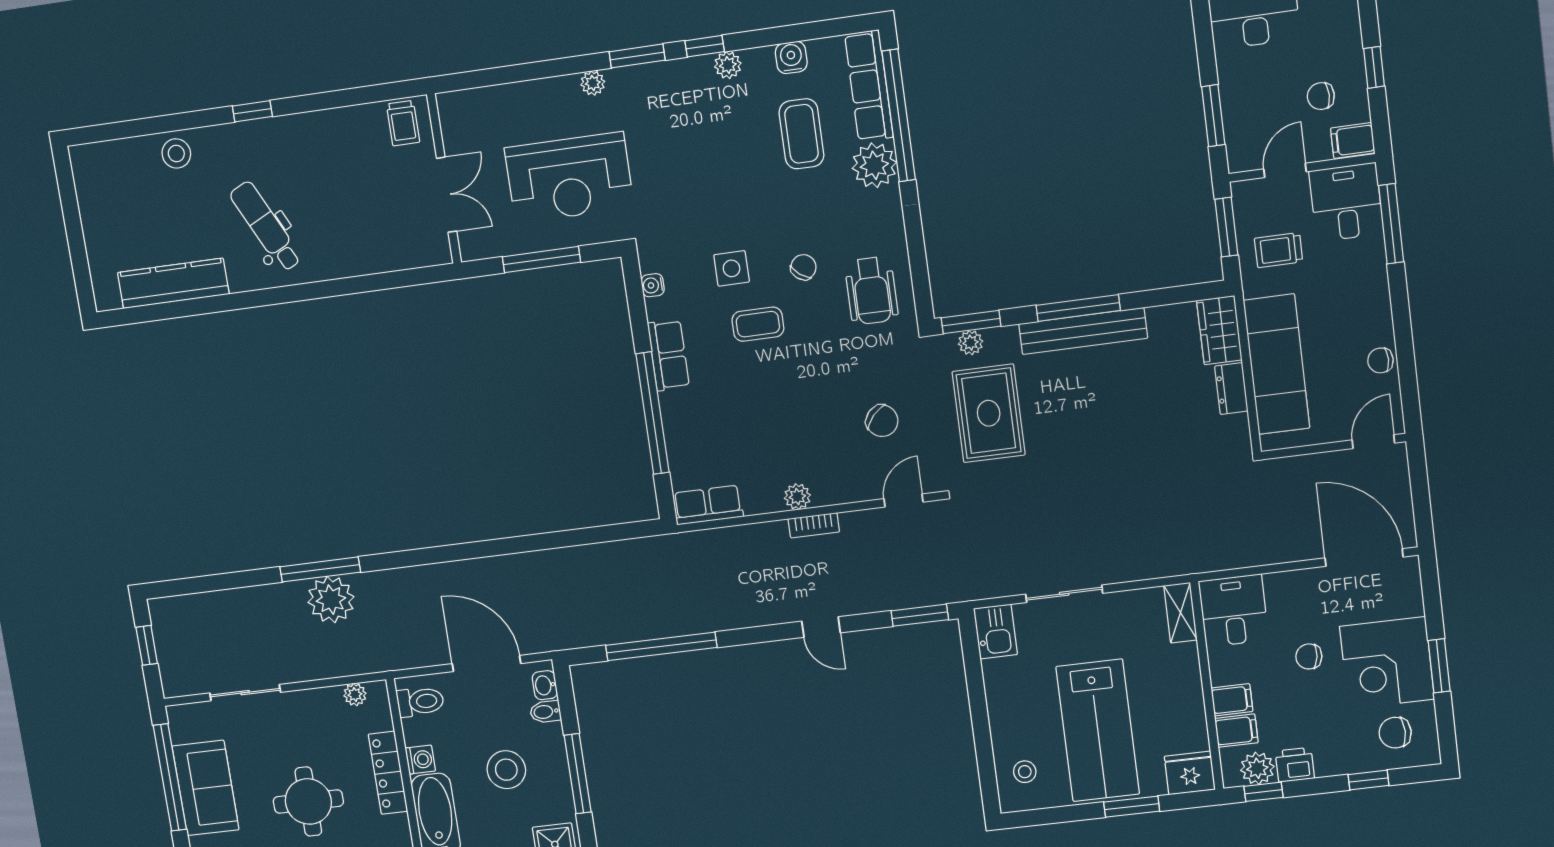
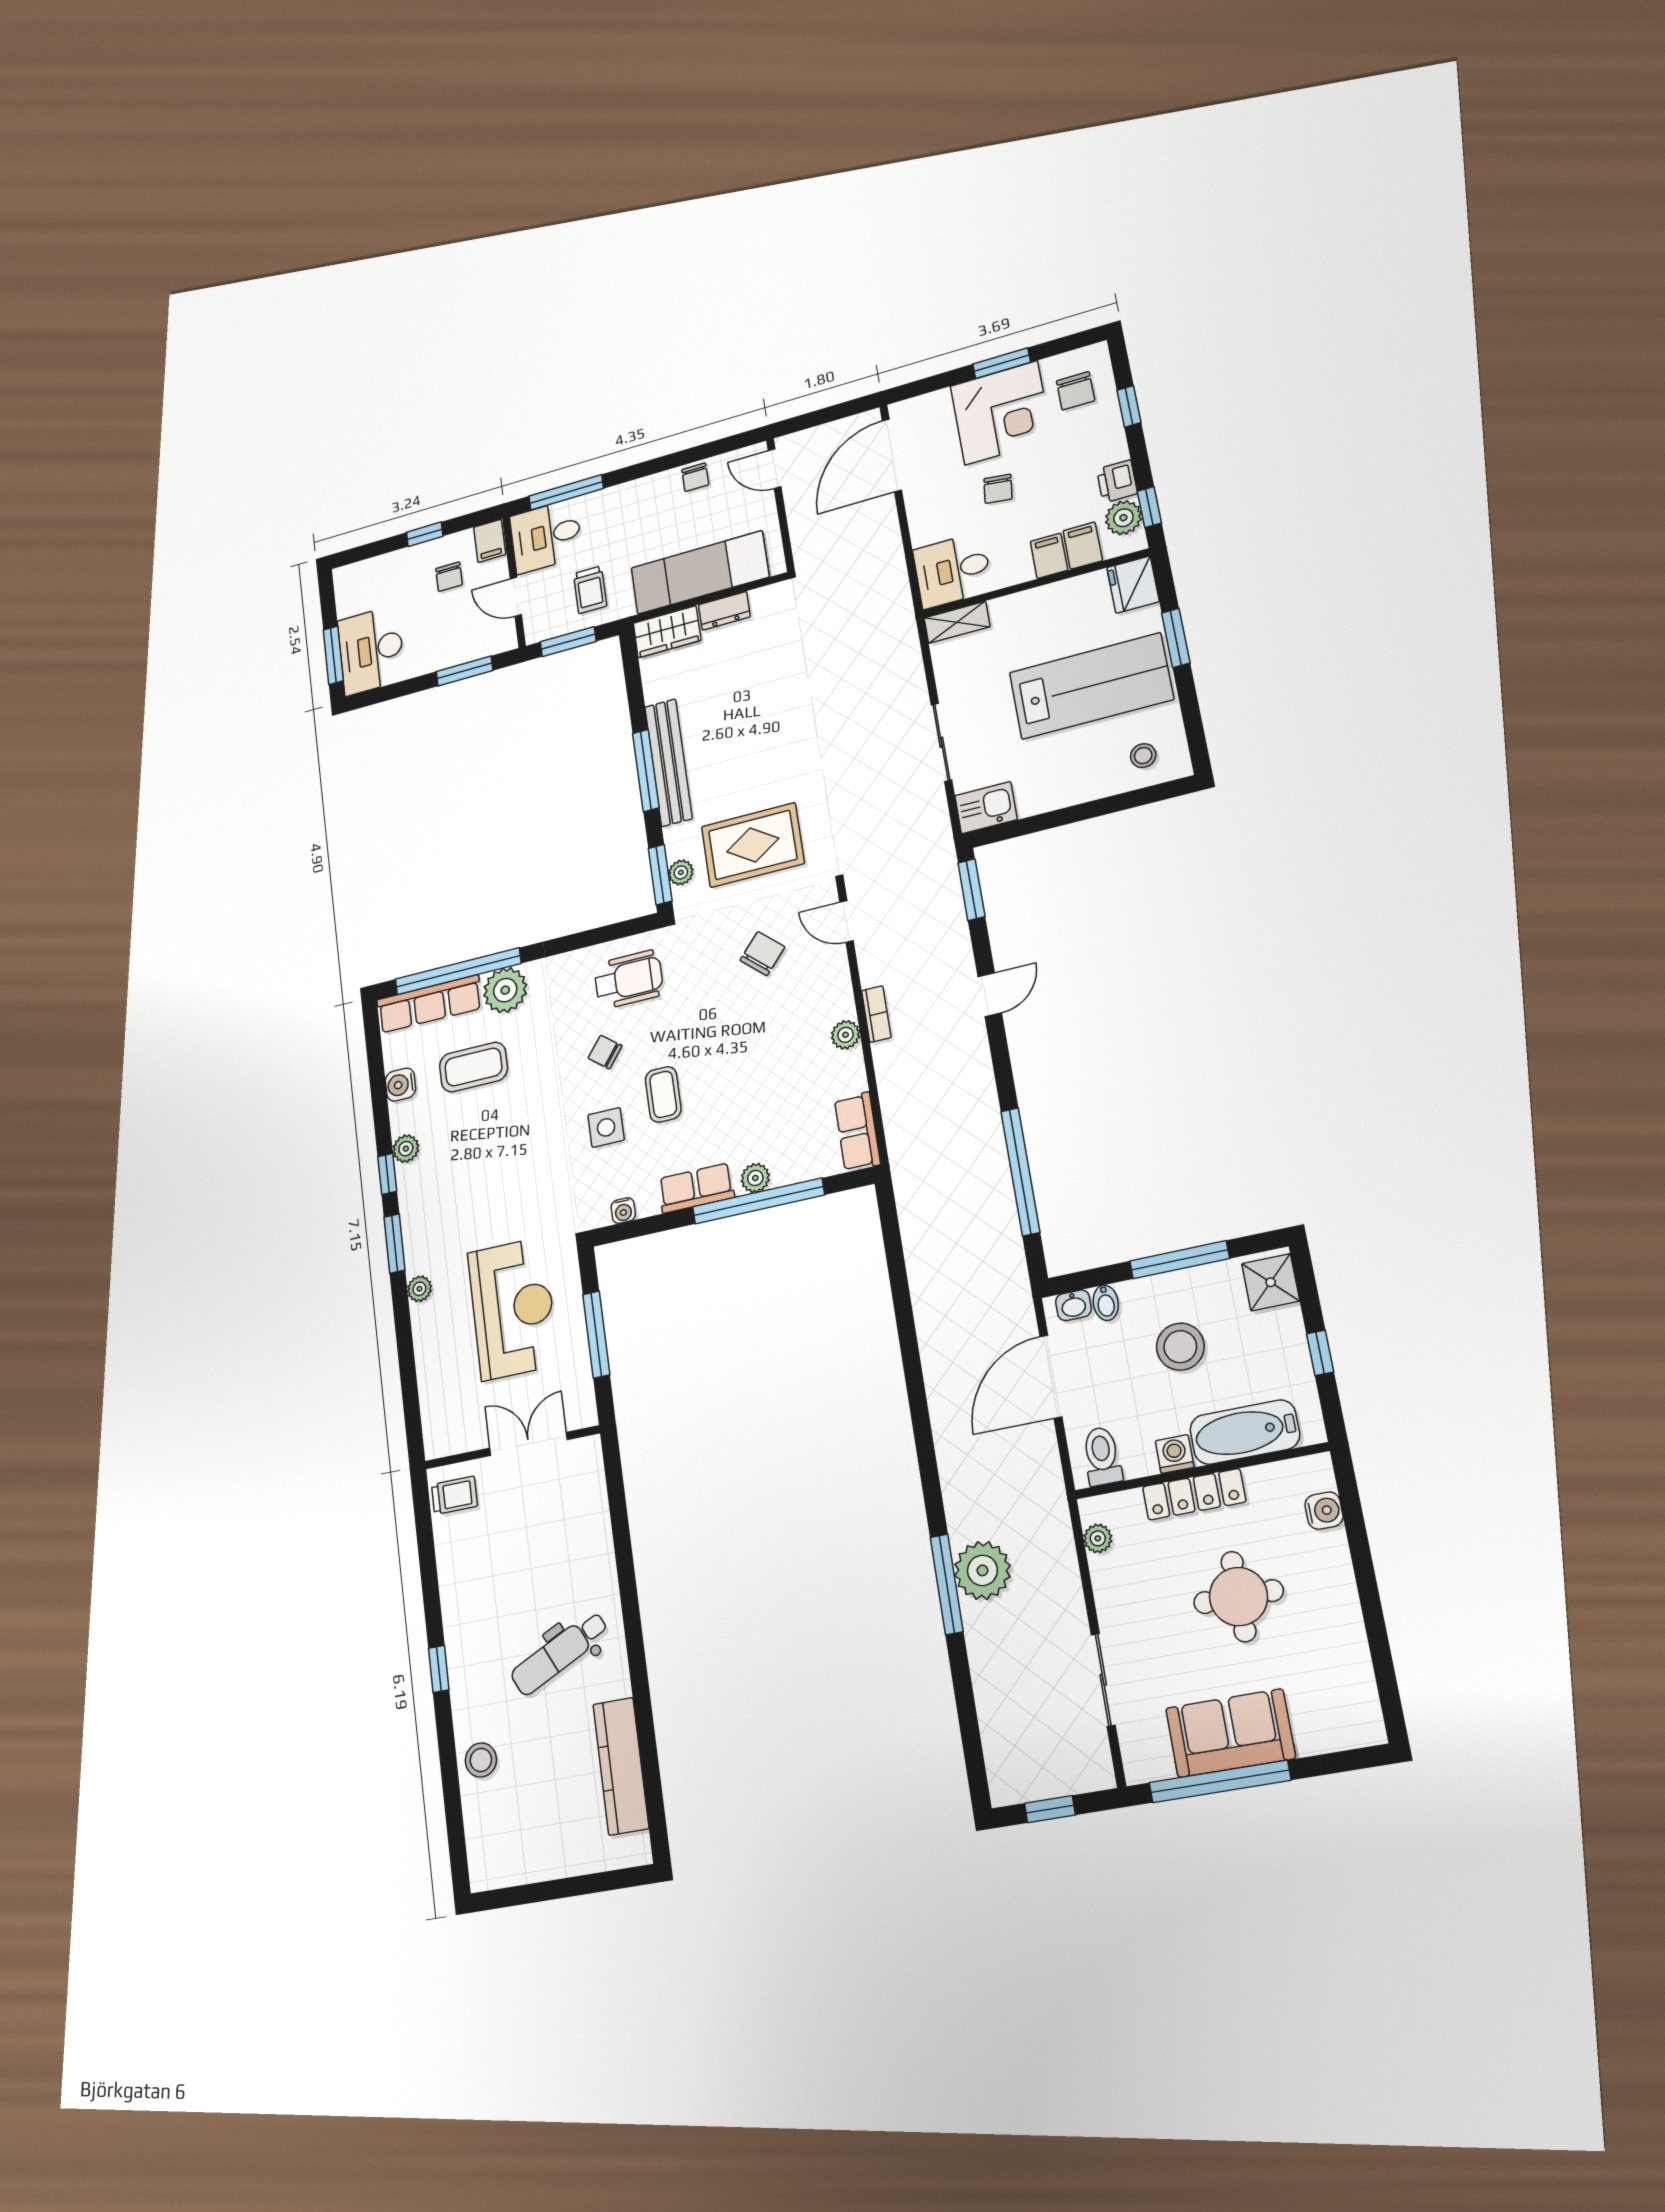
plant: (673, 411) -> (755, 1178), added

